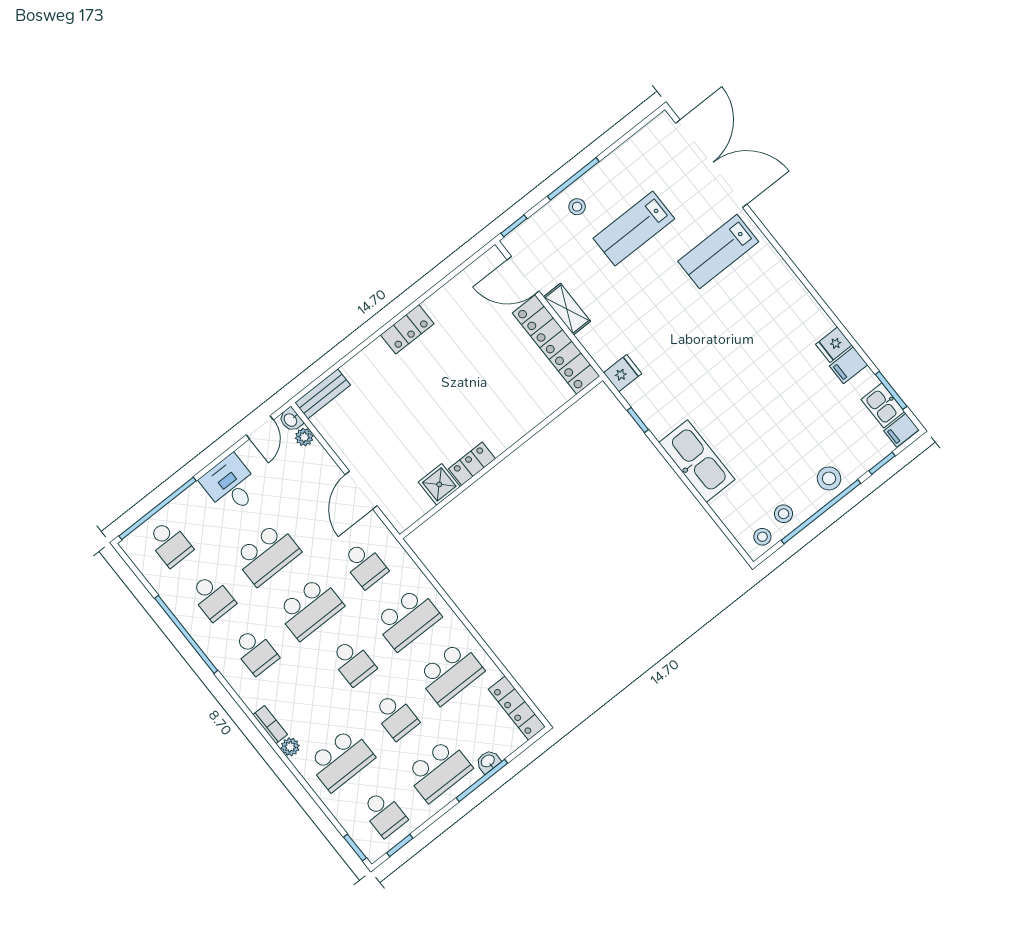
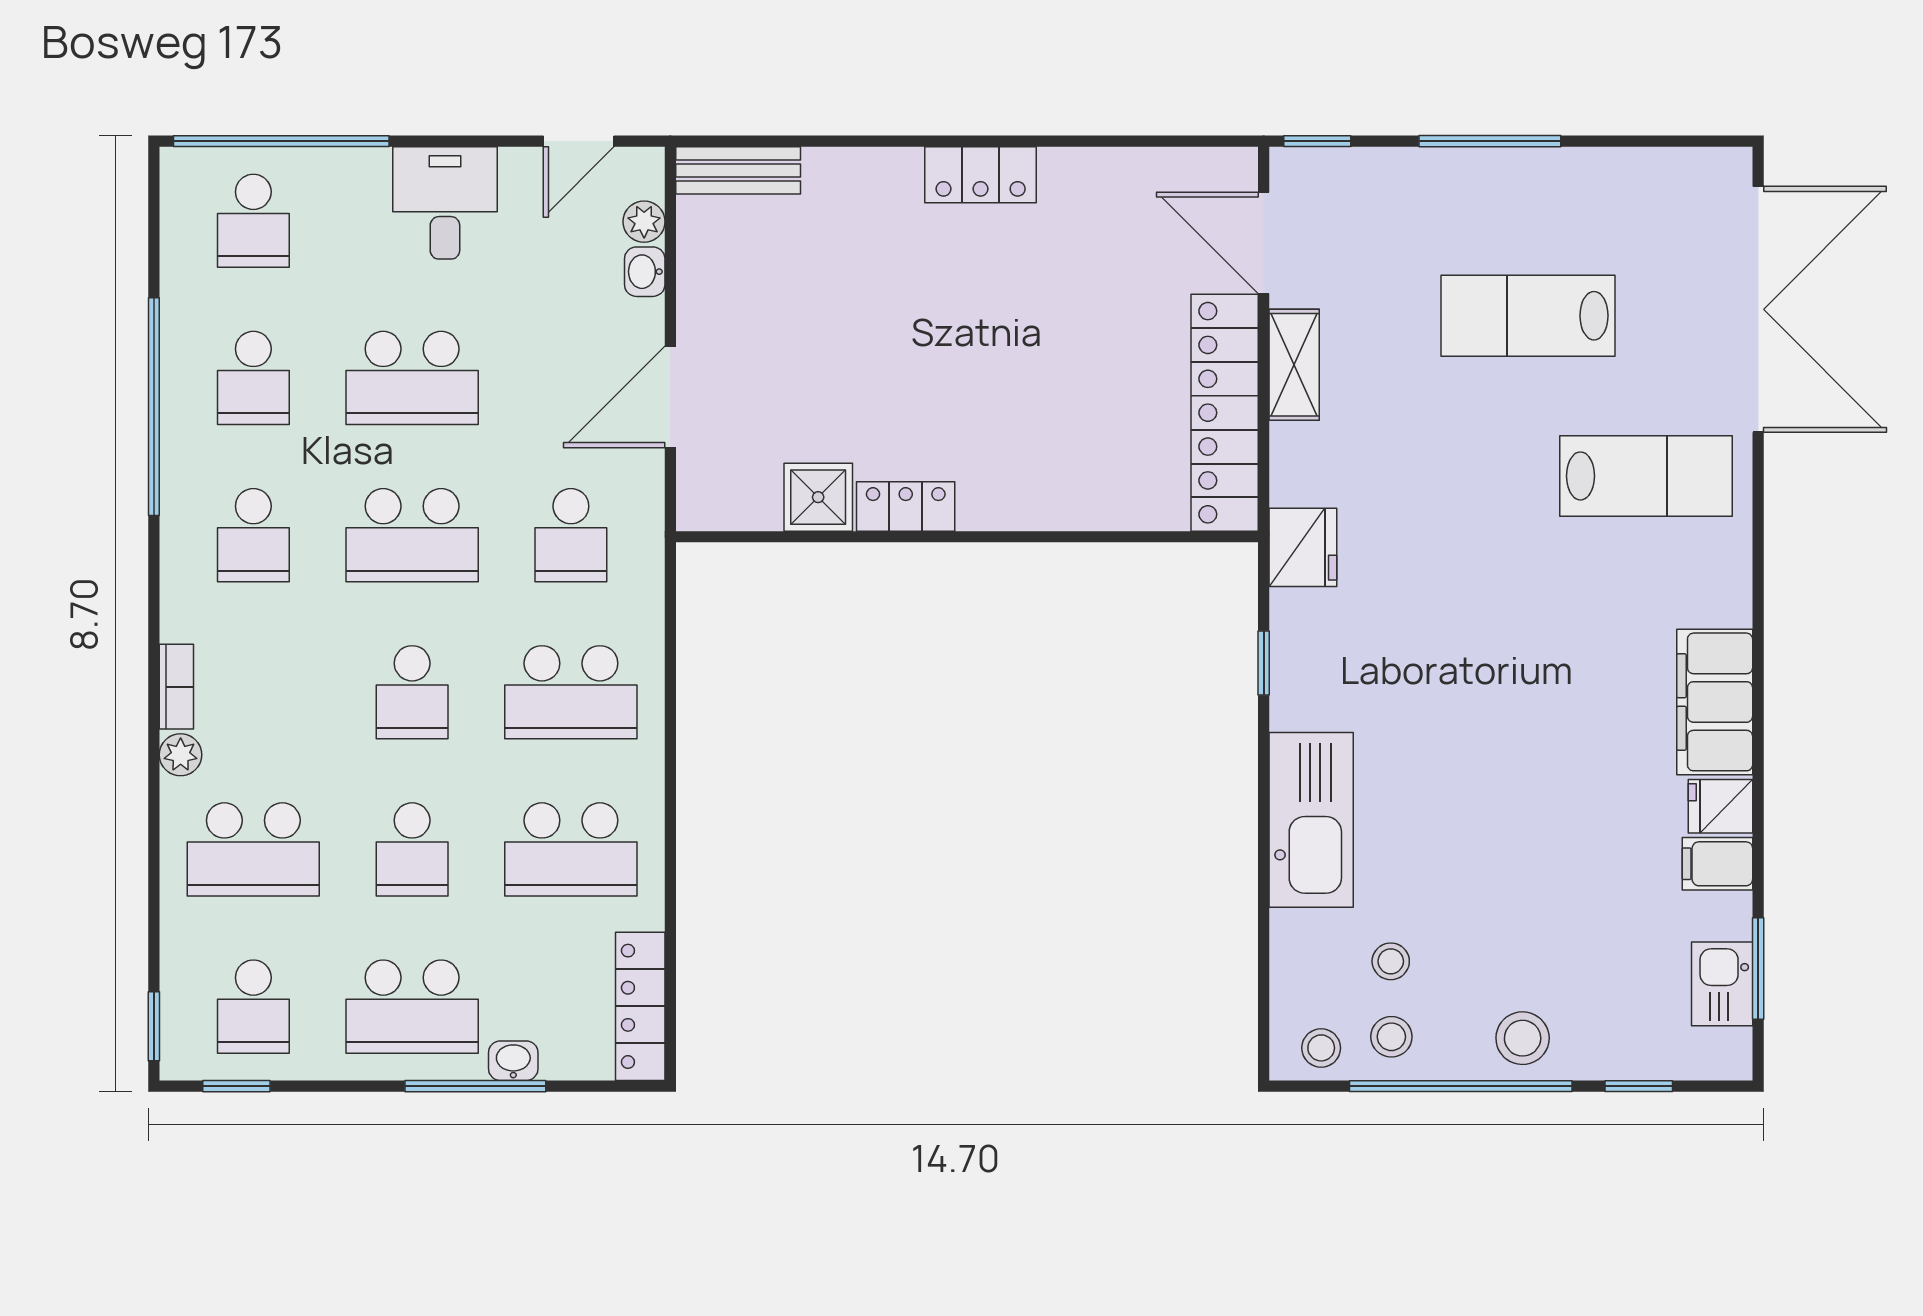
stool: (577, 207) -> (1391, 961), moved
lab bench: (718, 251) -> (1646, 476), turned 180
fridge: (623, 373) -> (1303, 547), width x1.38
washbasin: (291, 420) -> (645, 272), moved
filing cabinet: (901, 430) -> (1715, 702), moved, width x3.00, depth x1.17

